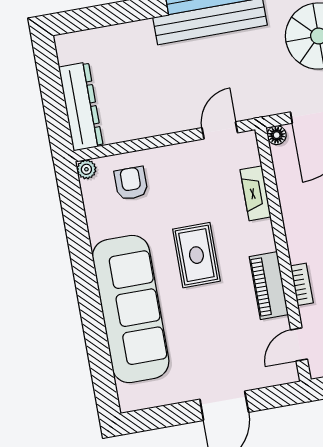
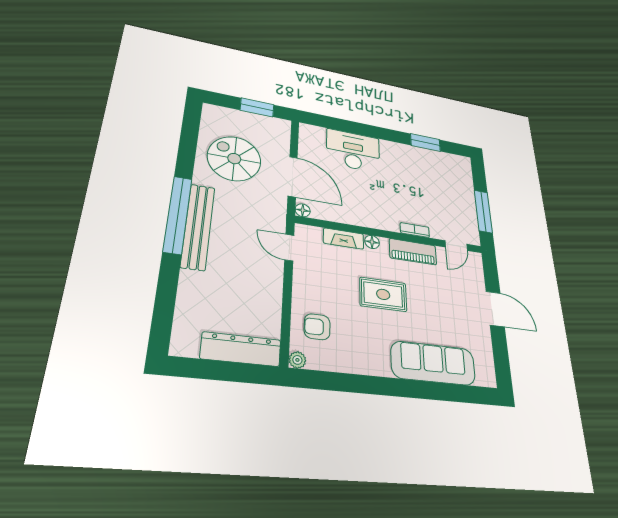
floor lamp: (264, 230) -> (372, 242), added
sofa: (131, 309) -> (433, 363), width x0.74, depth x0.79
door: (299, 344) -> (456, 246), hinge flipped

